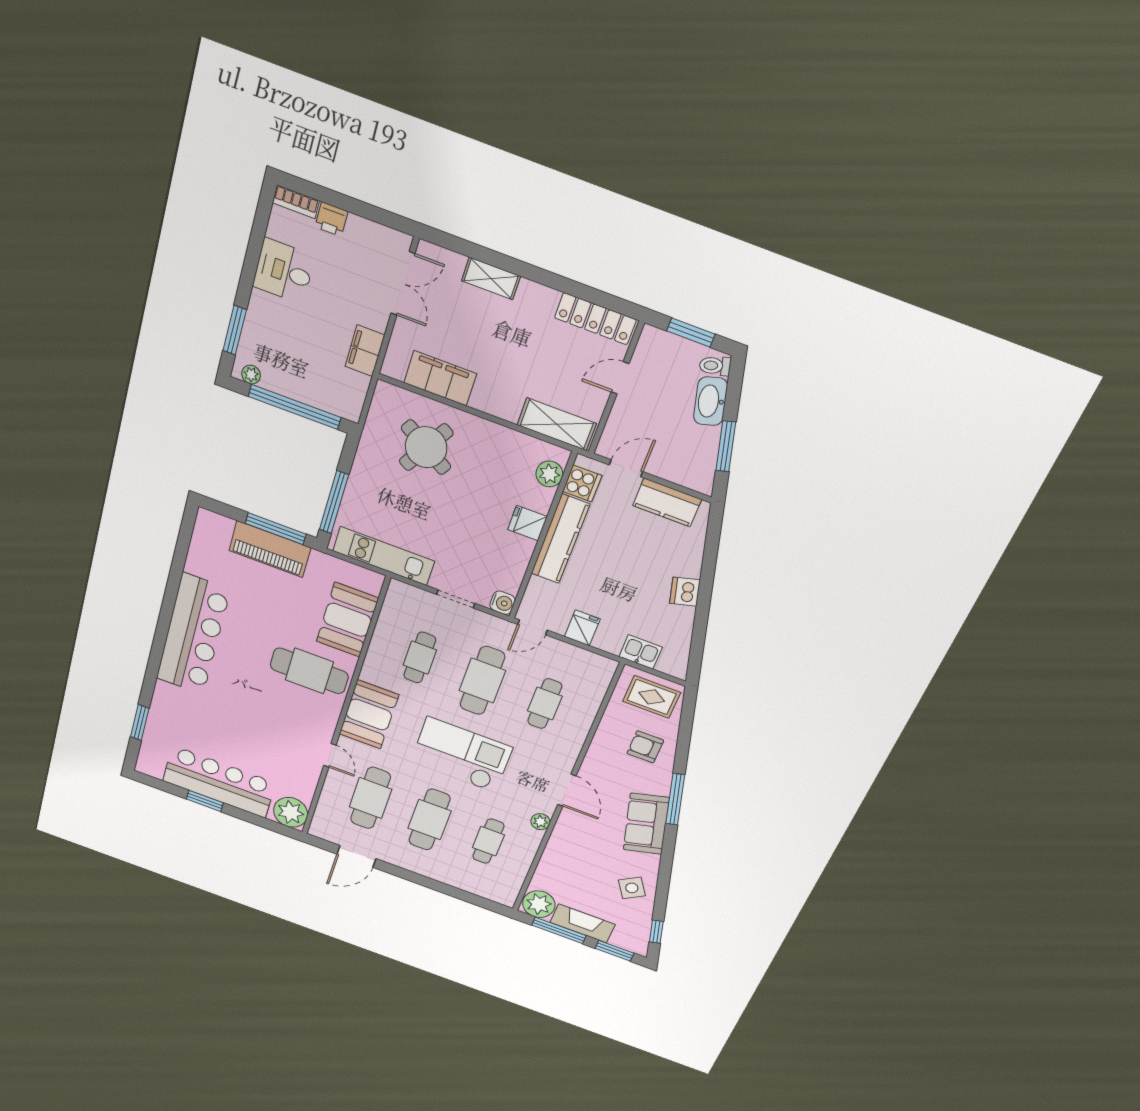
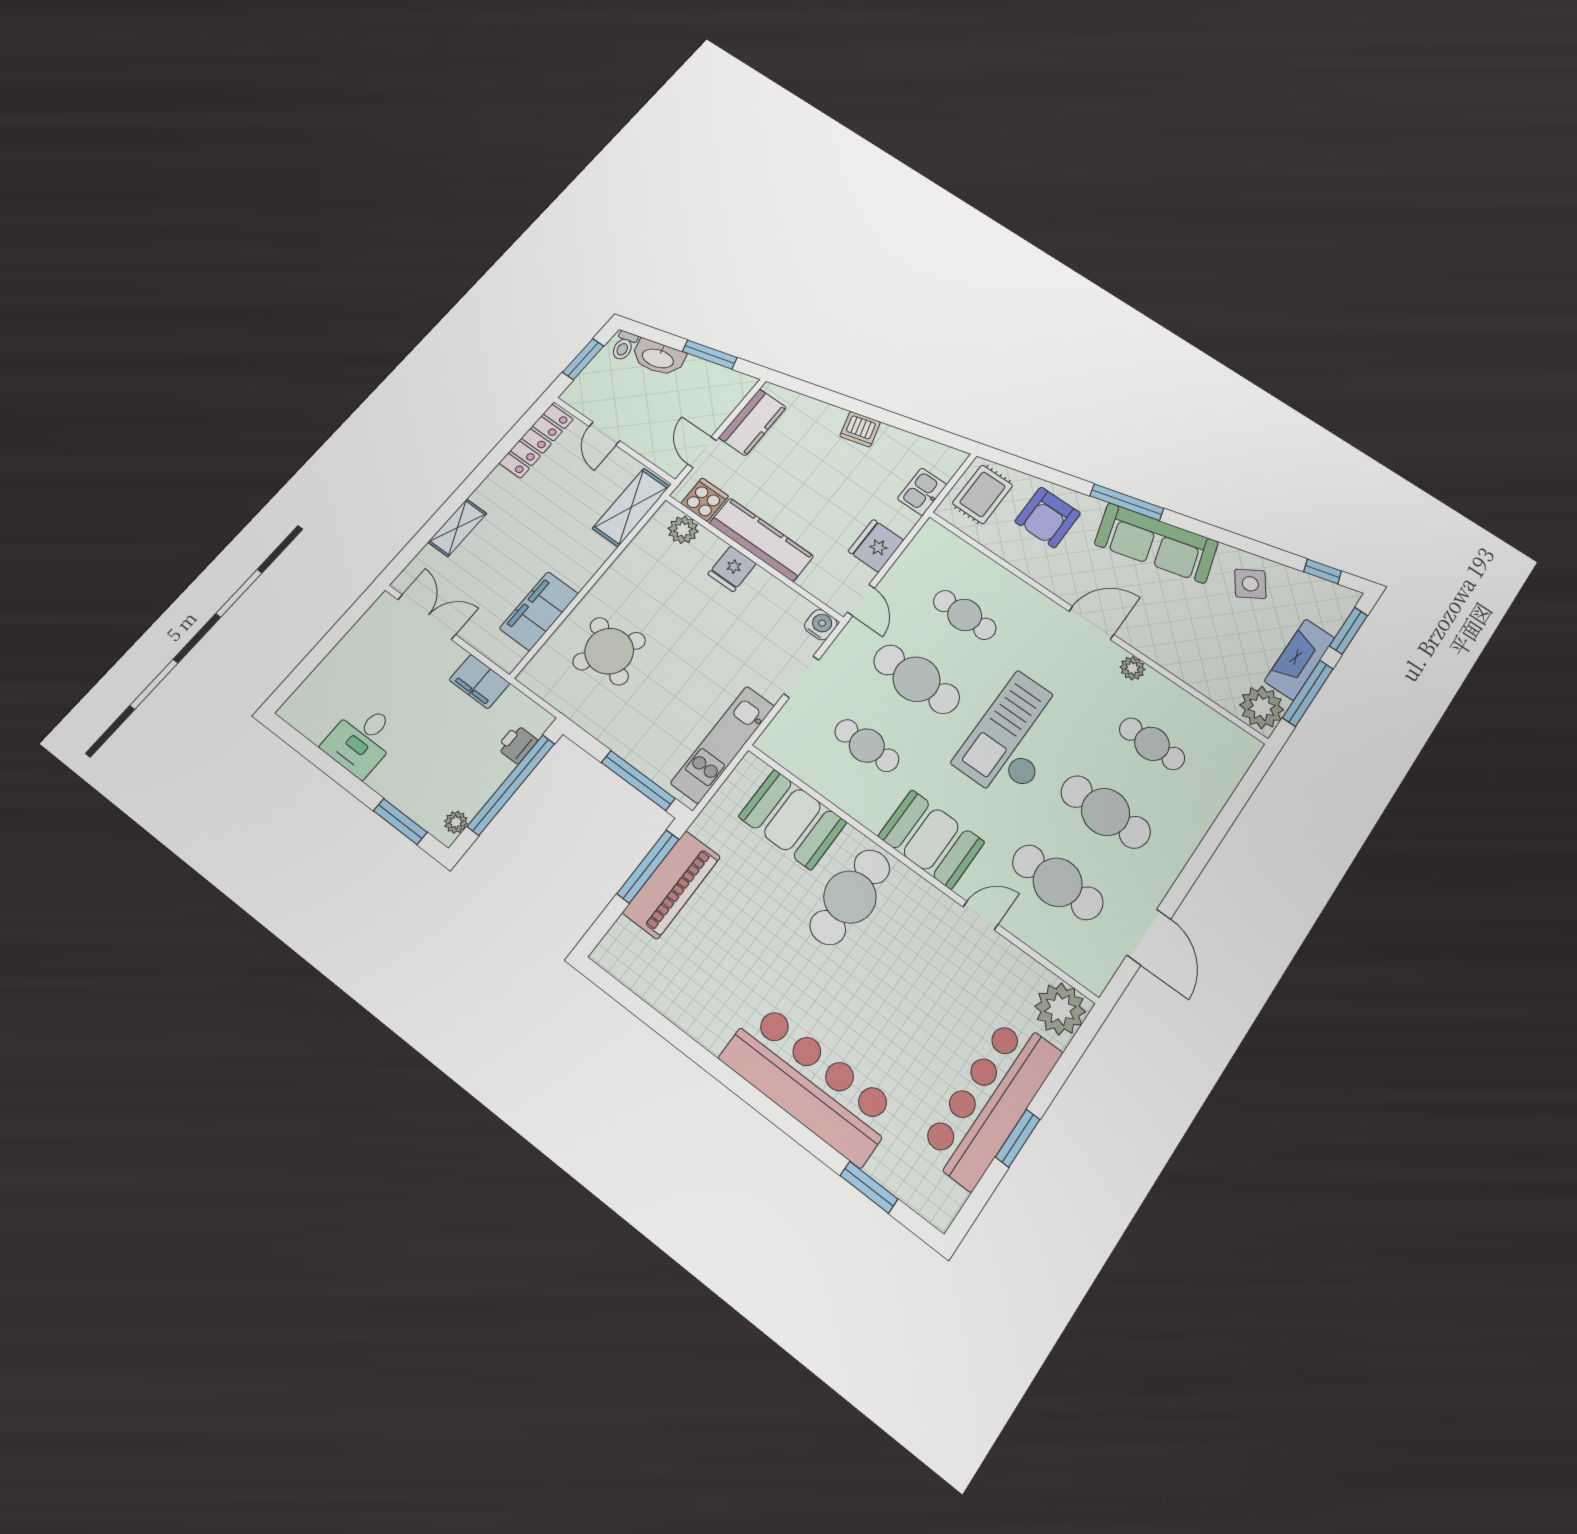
bookcase: (296, 202) -> (299, 699), removed
printer: (331, 219) -> (517, 744), moved, turned 180
fridge: (582, 628) -> (876, 546), width x1.38
bar counter: (193, 634) -> (810, 1083), moved
armchair: (645, 747) -> (1048, 517), width x1.38, depth x1.38
sofa: (646, 824) -> (1156, 543), width x1.36

